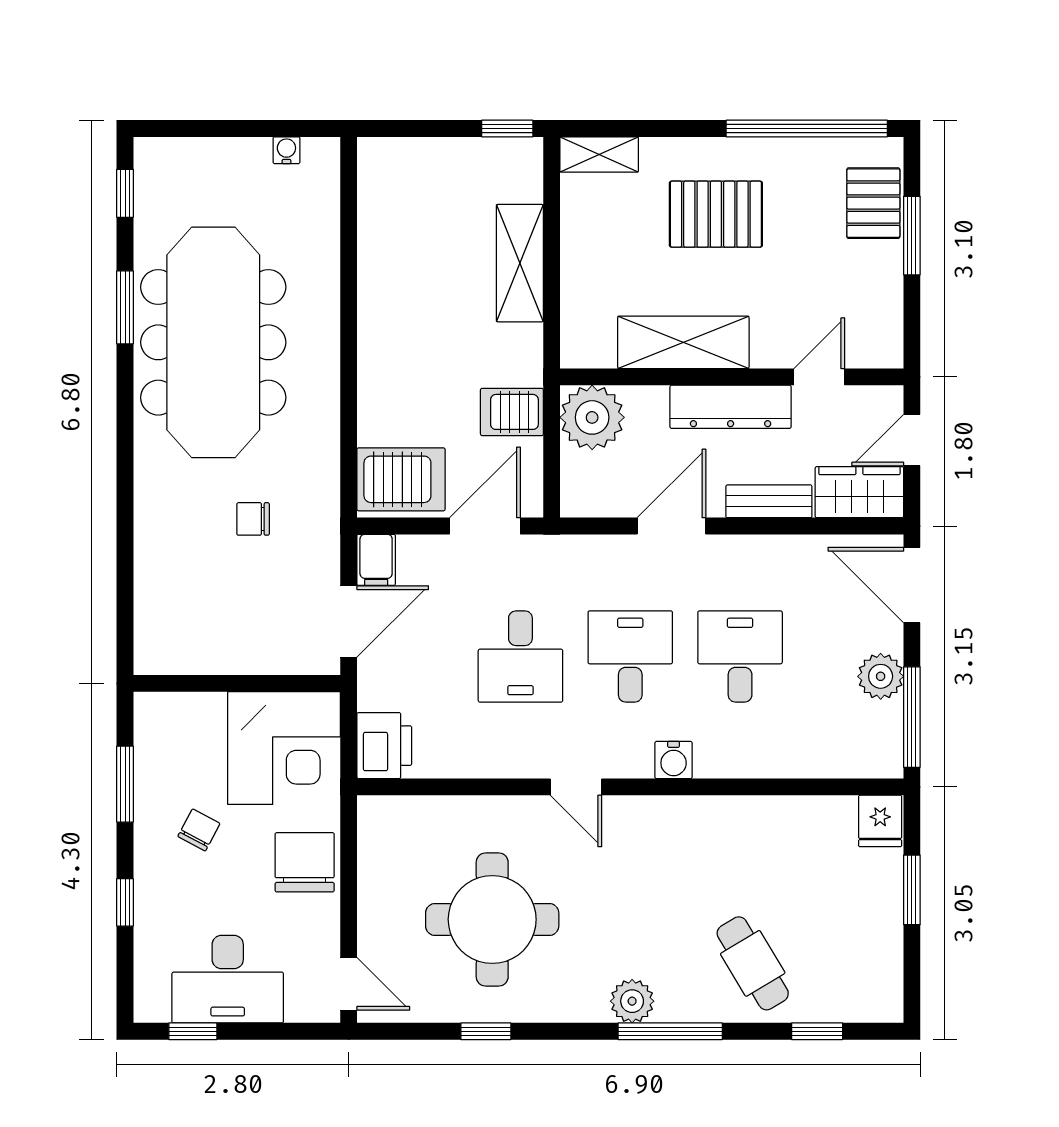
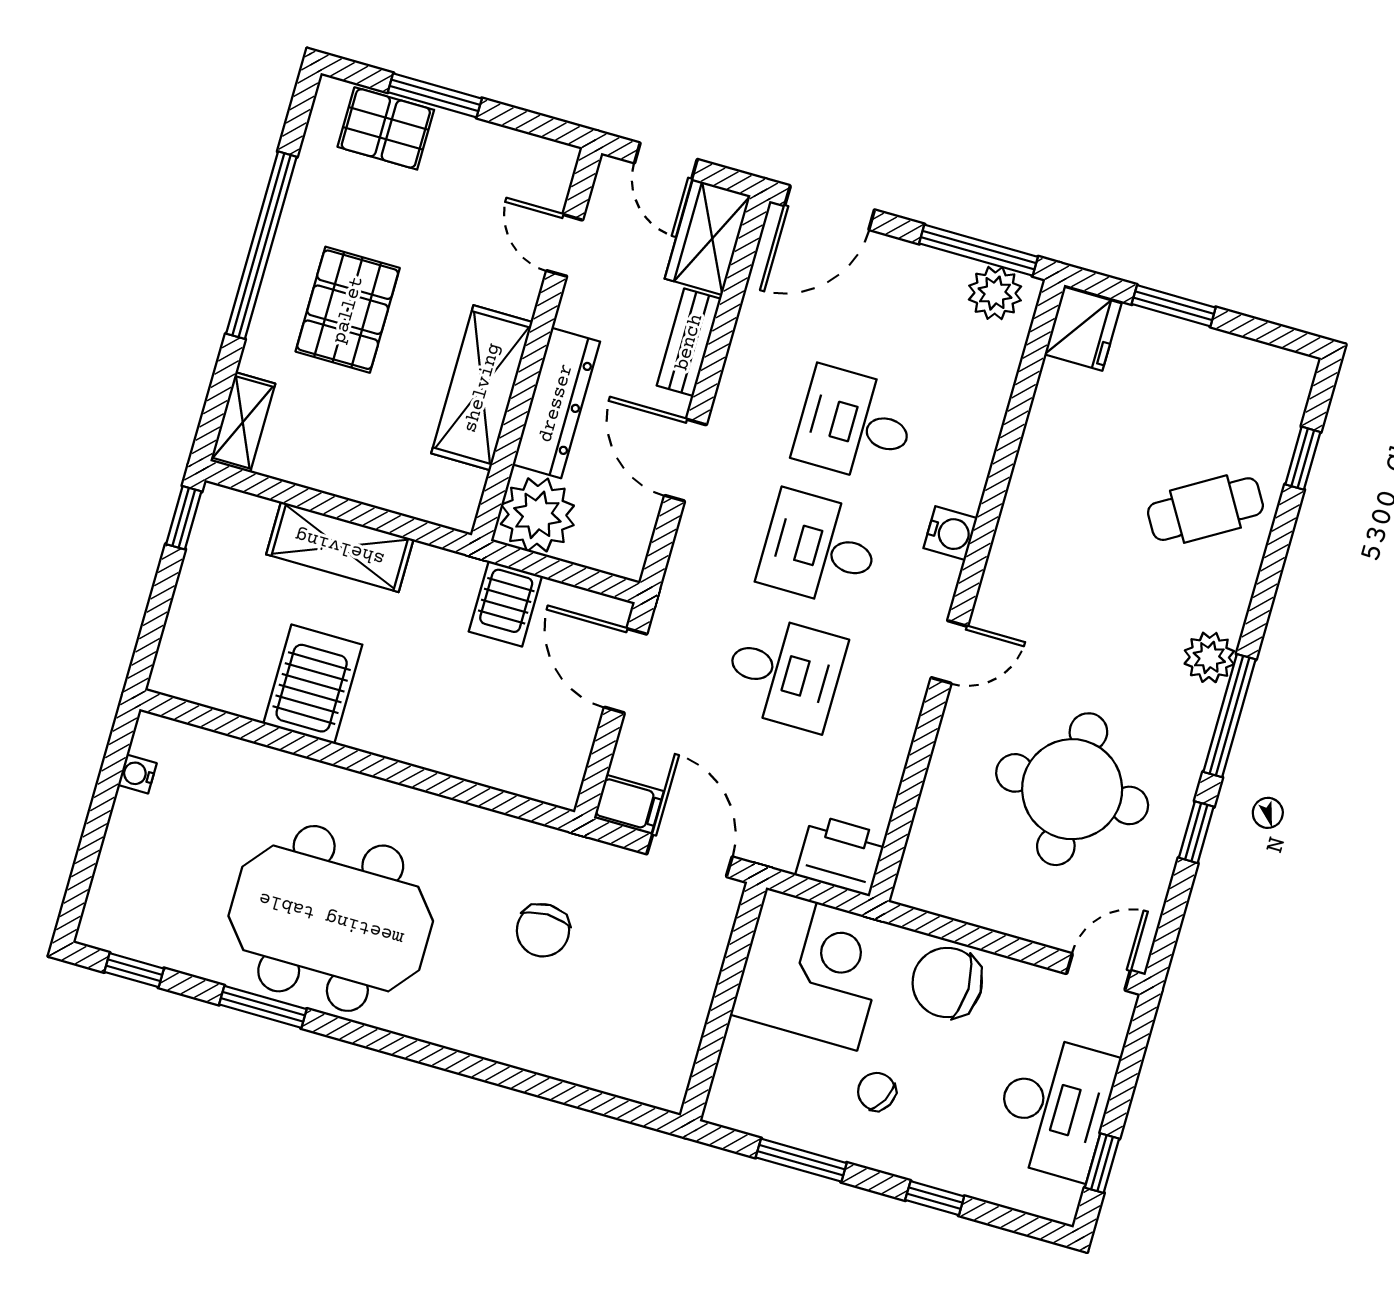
window: (807, 128) -> (261, 245), moved
meeting table: (213, 342) -> (331, 918), width x0.73
dresser: (731, 407) -> (556, 403), moved
server rack: (401, 479) -> (313, 684), moved
chair: (253, 519) -> (543, 930), width x1.37, depth x1.37
plant: (881, 676) -> (995, 293), moved
fridge: (880, 821) -> (1083, 329), width x1.38
window: (670, 1031) -> (1229, 716), moved

